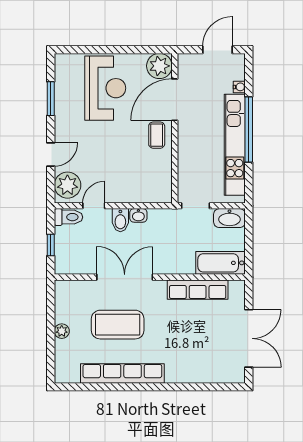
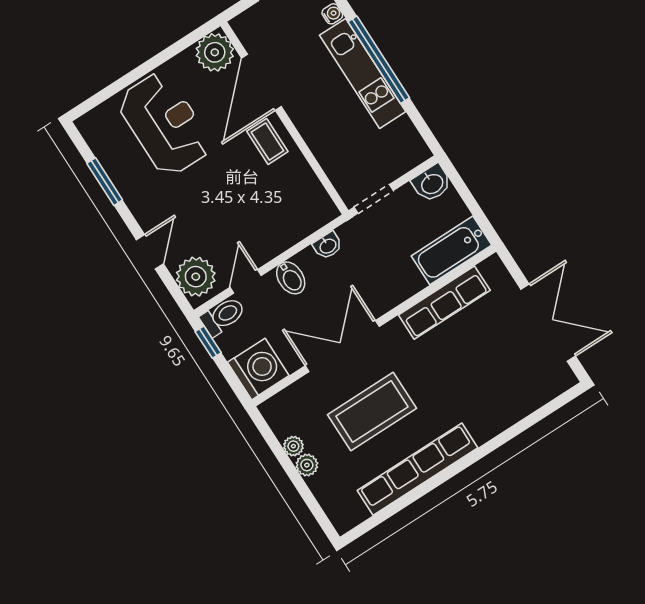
kitchen unit: (235, 145) -> (363, 73), width x0.73
washbasin: (138, 215) -> (328, 246), moved
washbasin: (229, 218) -> (432, 183), width x0.72
window: (51, 245) -> (208, 342), moved
washing machine: (69, 260) -> (258, 369), added
plant: (61, 316) -> (293, 446), added

